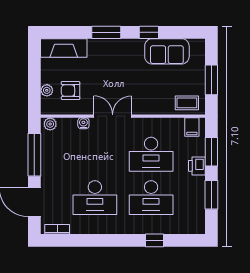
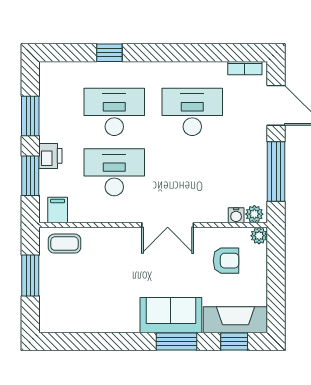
window: (149, 32) -> (234, 341), moved
sofa: (167, 51) -> (171, 315), moved
plant: (47, 90) -> (259, 236), moved
water cooler: (83, 123) -> (236, 215), moved

